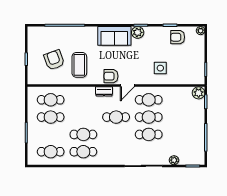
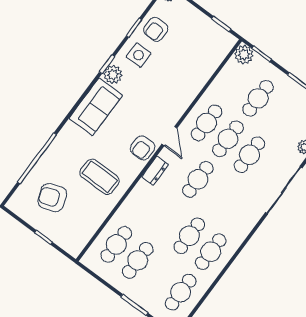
armchair: (54, 60) -> (52, 198), moved
side table: (160, 68) -> (139, 55), moved
cafe table: (181, 117) -> (258, 98), added

